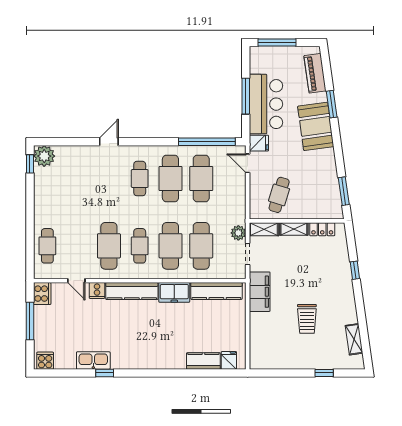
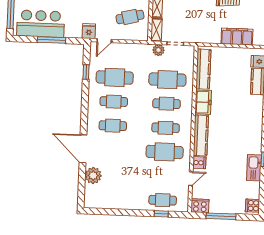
bar counter: (266, 104) -> (41, 24), moved
door: (109, 142) -> (83, 149), width x1.87
window: (207, 142) -> (86, 72), width x0.32
plant: (44, 156) -> (93, 175), moved
window: (30, 164) -> (161, 214), moved
cafe table: (170, 179) -> (114, 102), width x0.73, depth x0.74
cafe table: (279, 195) -> (130, 17), turned -31
cafe table: (170, 246) -> (167, 104), width x0.73, depth x0.74
filing cabinet: (260, 292) -> (237, 37), moved

